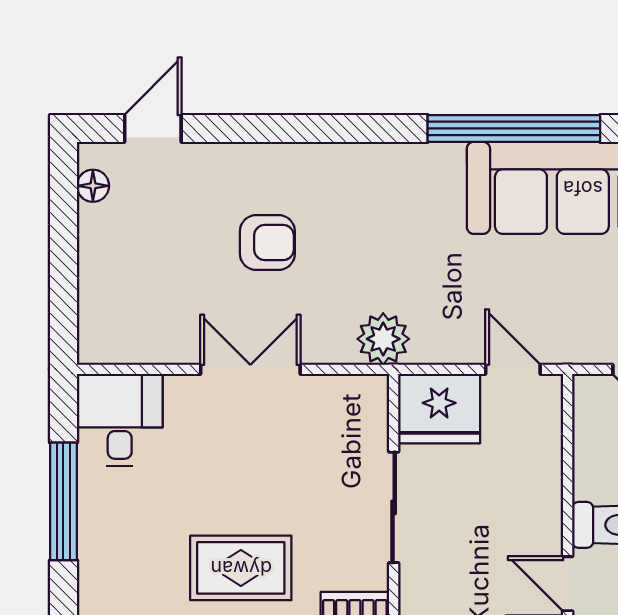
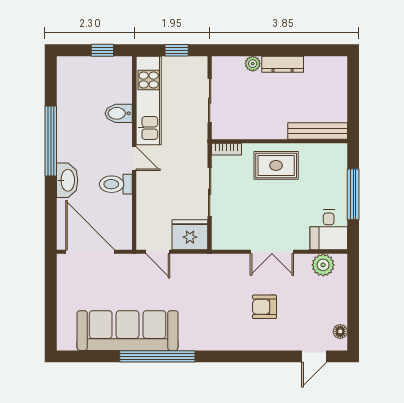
plant: (383, 339) -> (323, 265), moved

